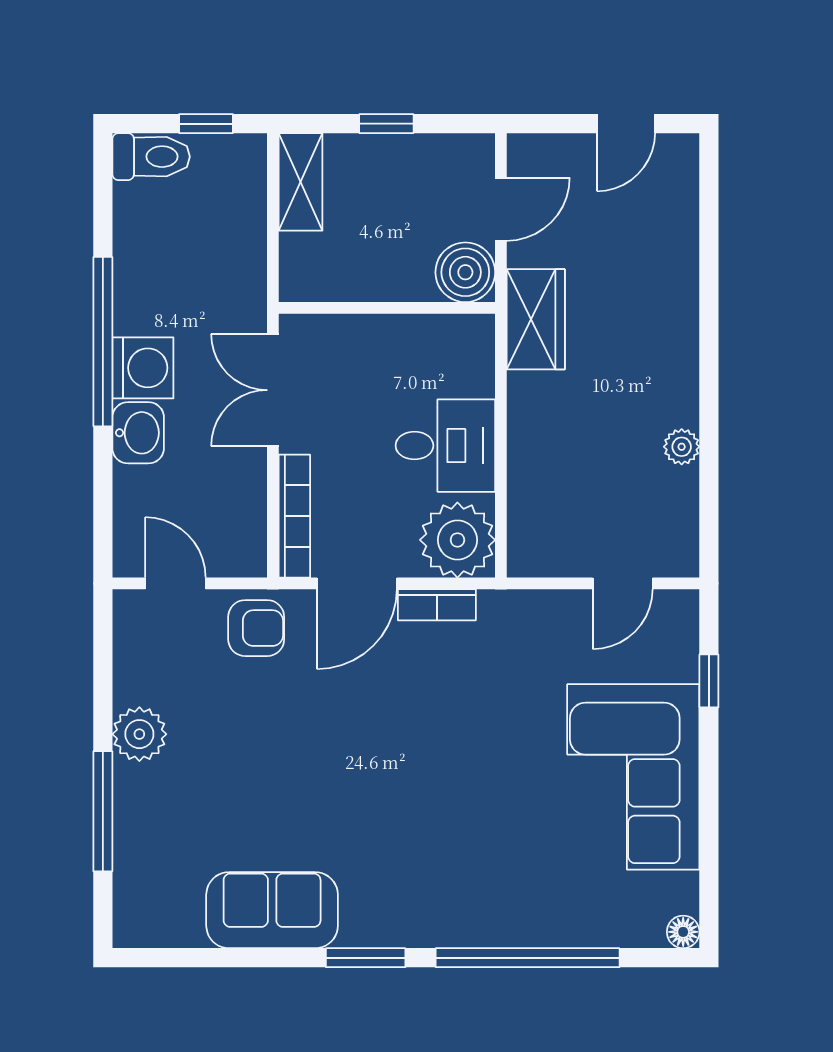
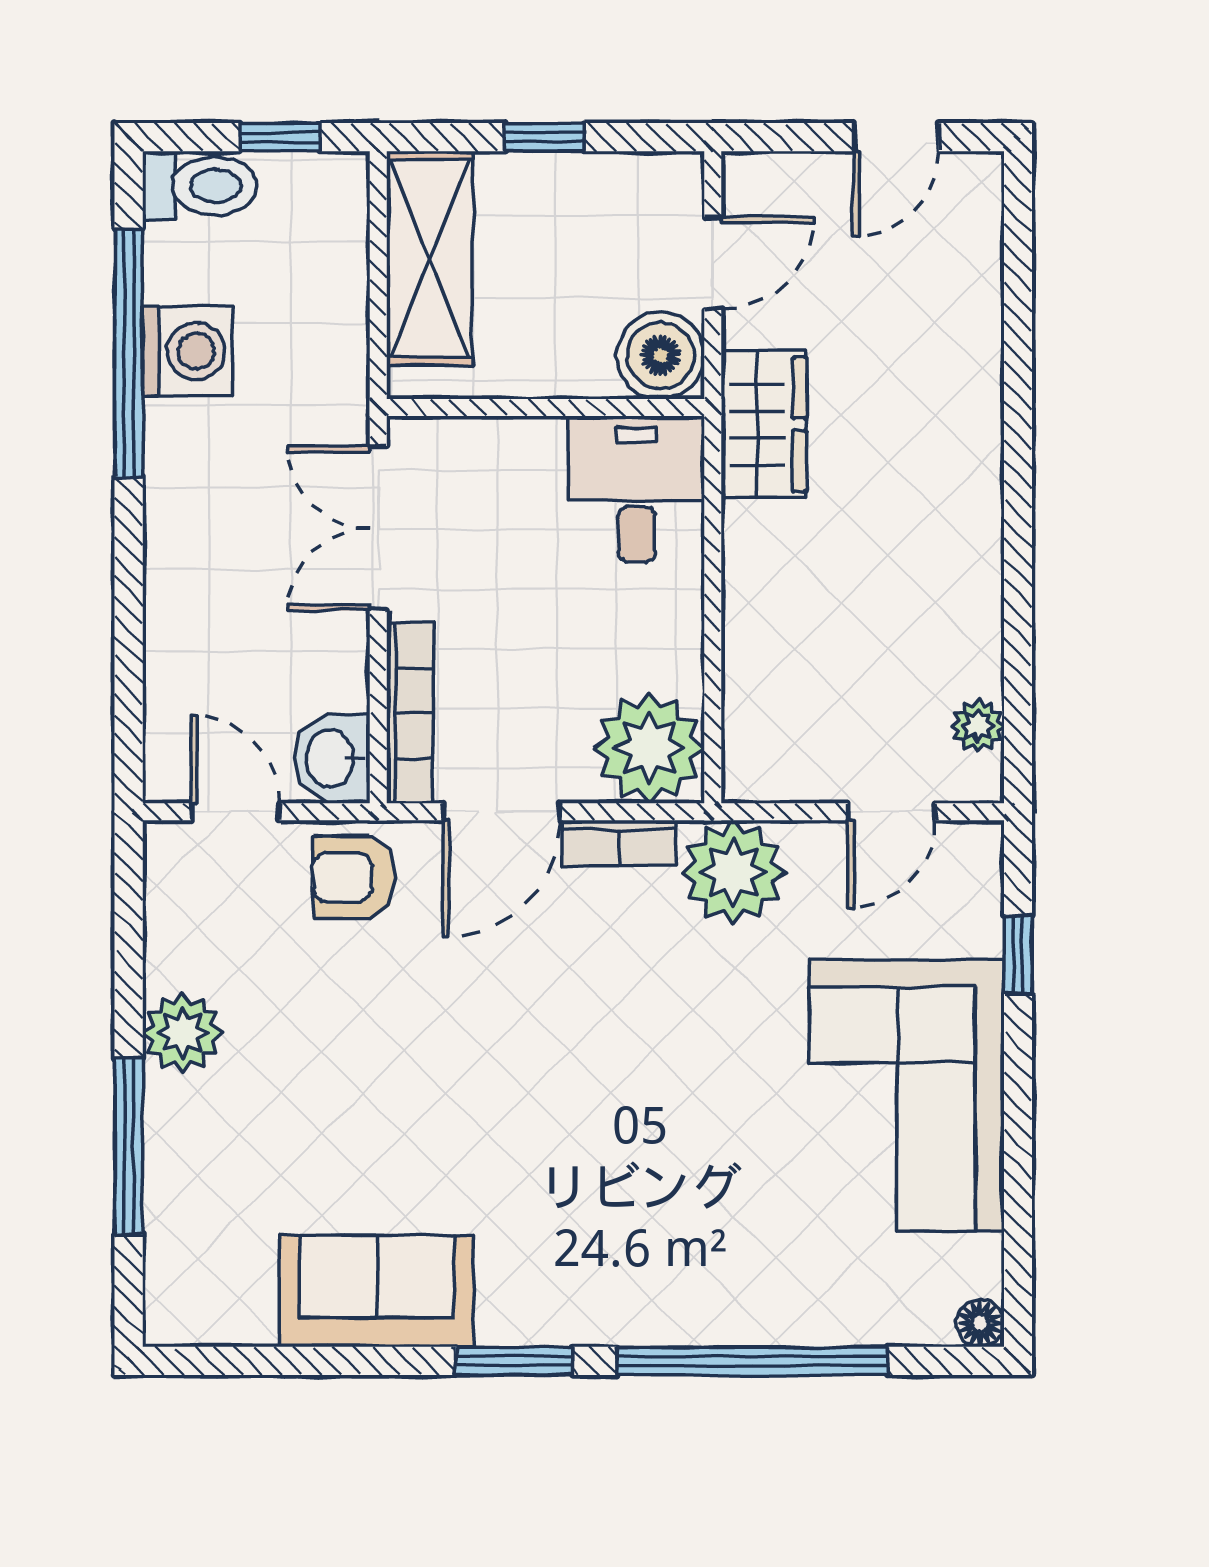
shelving: (301, 182) -> (430, 258), width x1.50, depth x1.33
window: (103, 342) -> (129, 353), moved
washing machine: (143, 368) -> (187, 351), moved
washbasin: (138, 433) -> (332, 759), moved, turned 180
desk: (445, 446) -> (637, 489), moved, turned -90
plant: (682, 447) -> (978, 726), moved
plant: (515, 624) -> (734, 872), added
armchair: (256, 628) -> (354, 877), turned 180

